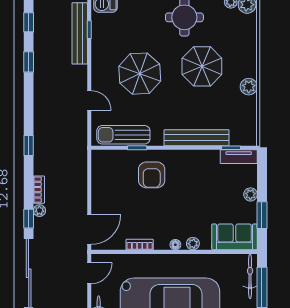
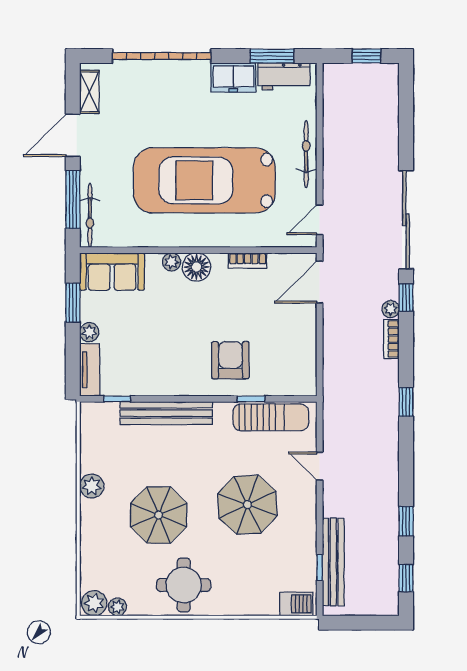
tv unit: (239, 157) -> (90, 370), moved, turned 90
floor lamp: (175, 245) -> (197, 267), width x1.89, depth x1.89

